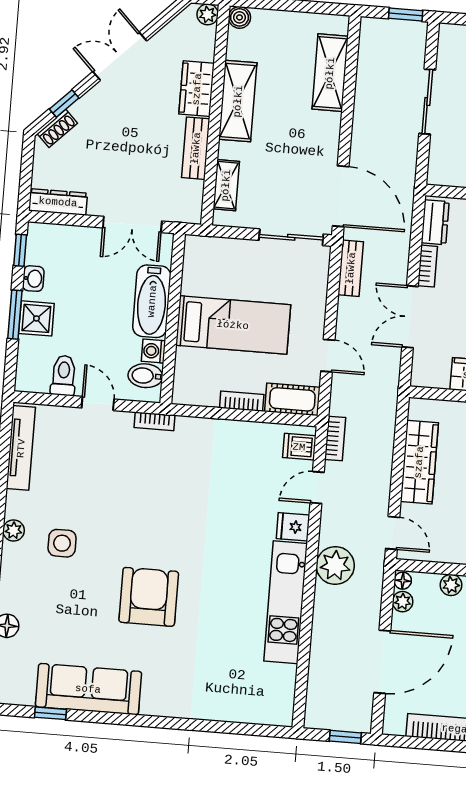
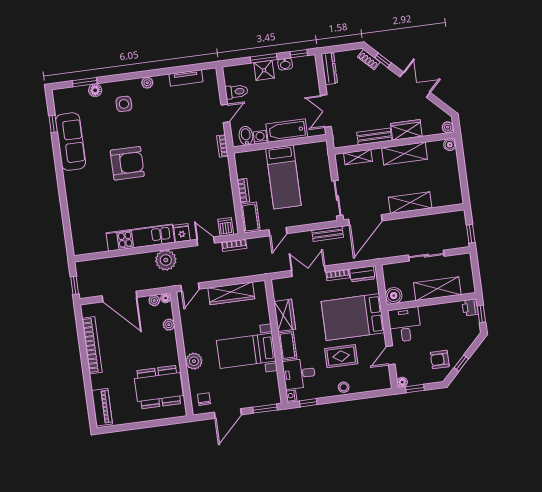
shelving: (330, 73) -> (410, 203), moved
tv unit: (21, 448) -> (186, 78), width x0.71
side table: (62, 543) -> (124, 104), moved

